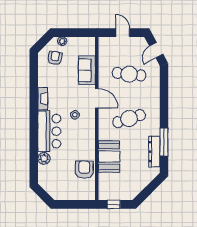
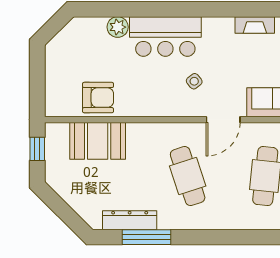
fireplace: (43, 99) -> (255, 25), moved
booth: (109, 157) -> (98, 141), moved

